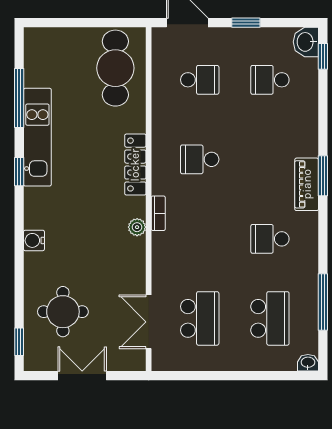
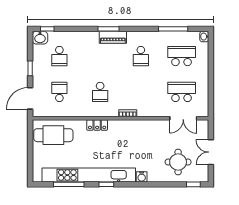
kitchen unit: (37, 137) -> (89, 175), width x1.86
locker: (135, 165) -> (97, 125), width x0.66
plant: (137, 227) -> (135, 124), removed

